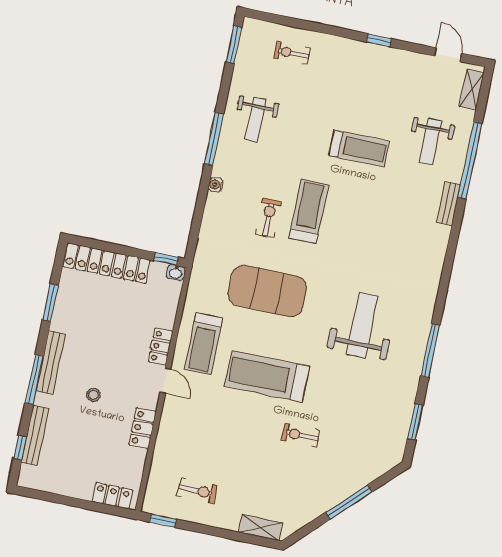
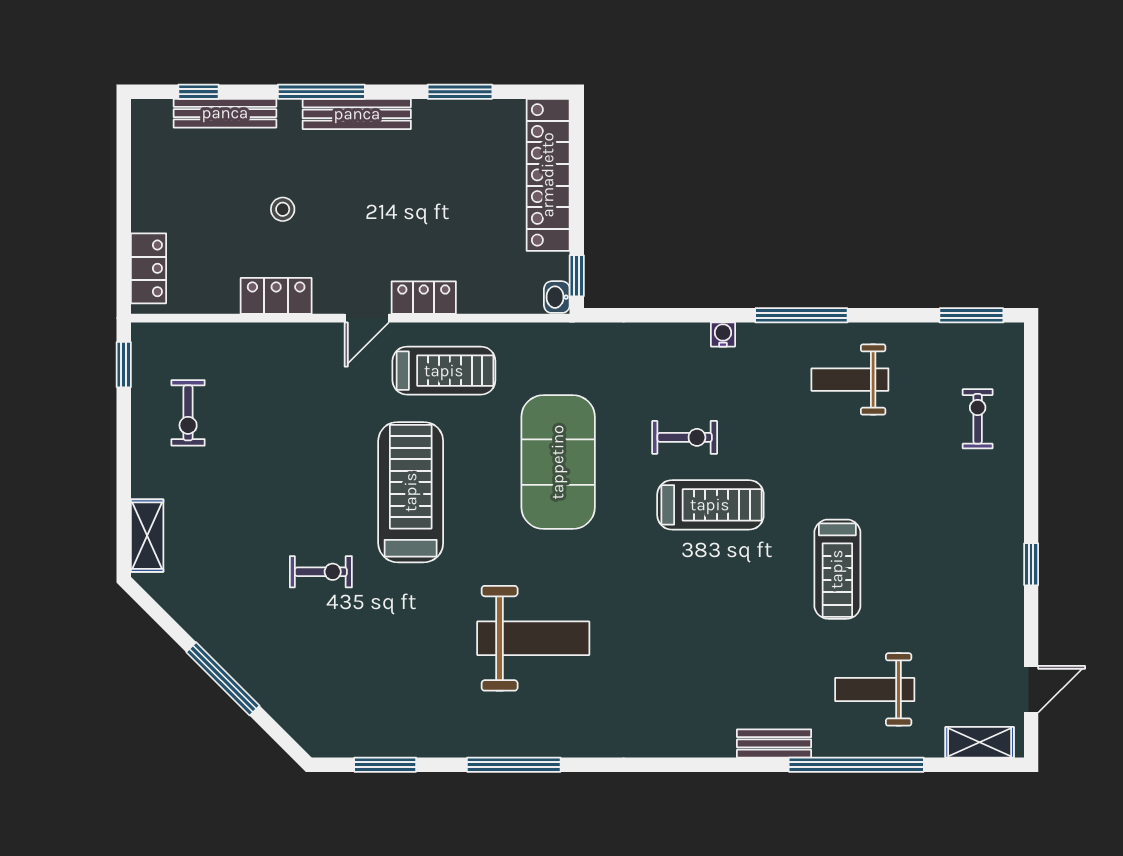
treadmill: (203, 344) -> (444, 371), turned 180
stool: (93, 395) -> (283, 209), moved
exercise bike: (301, 435) -> (321, 572), turned 90

